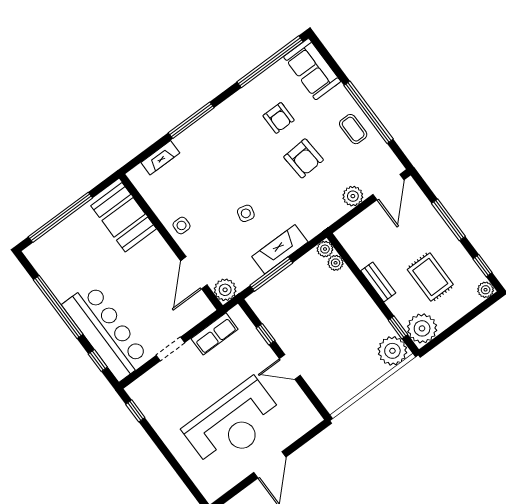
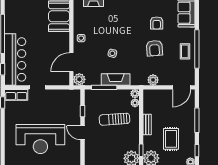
plant: (353, 196) -> (153, 80), moved
sun lounger: (323, 311) -> (115, 119), added
row of seats: (215, 334) -> (16, 95), moved

